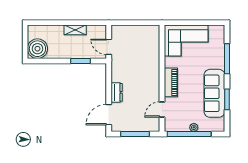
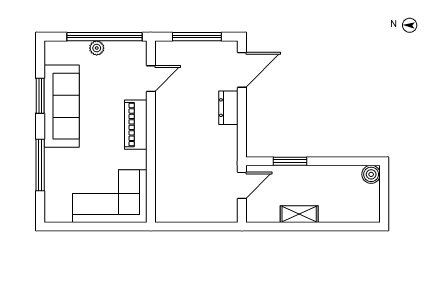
door: (109, 47) -> (242, 185), hinge flipped
boiler: (37, 49) -> (371, 174), width x0.54, depth x0.54

